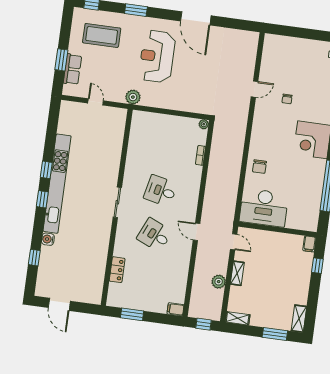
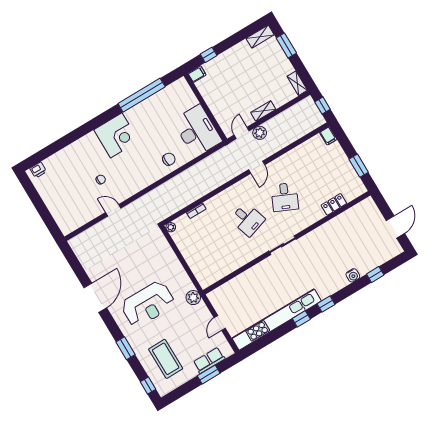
kitchen unit: (57, 184) -> (277, 319), moved
desk: (161, 191) -> (248, 219), turned -30
plant: (219, 282) -> (260, 133), moved

